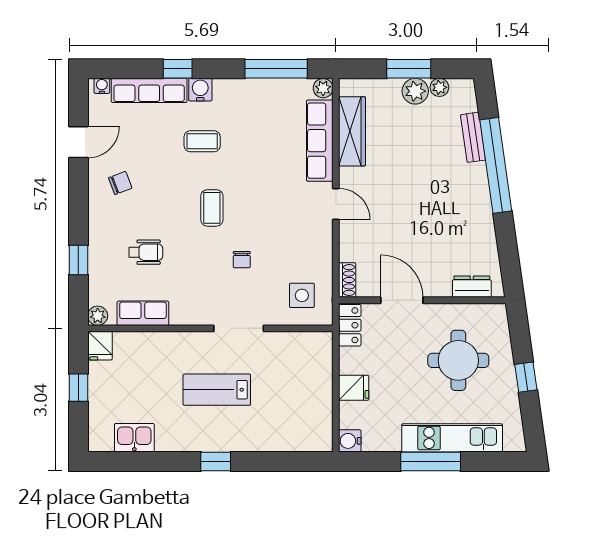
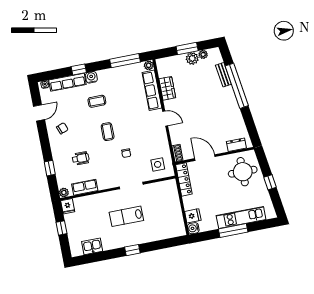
wardrobe: (352, 131) -> (167, 88), width x0.67
locker: (350, 325) -> (184, 179), width x1.53
round table: (458, 360) -> (243, 172), moved
fridge: (354, 388) -> (193, 216), moved

